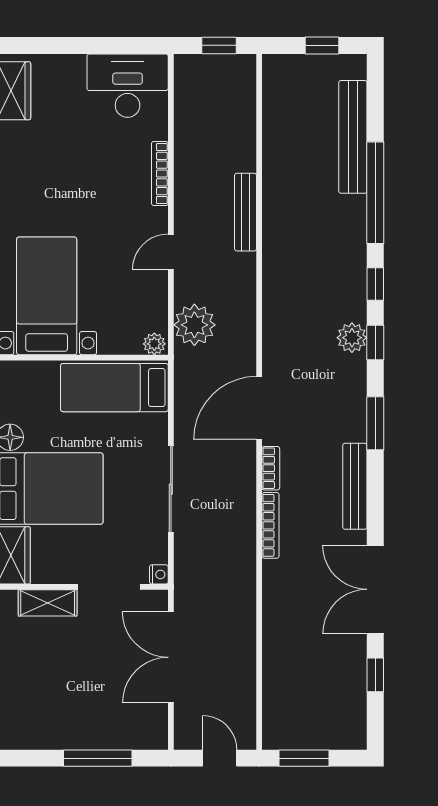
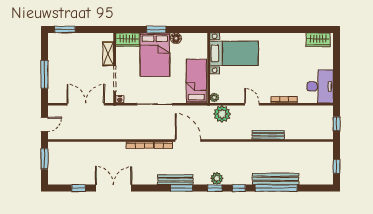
bench: (353, 137) -> (276, 179), moved
bench: (355, 486) -> (175, 180), moved

